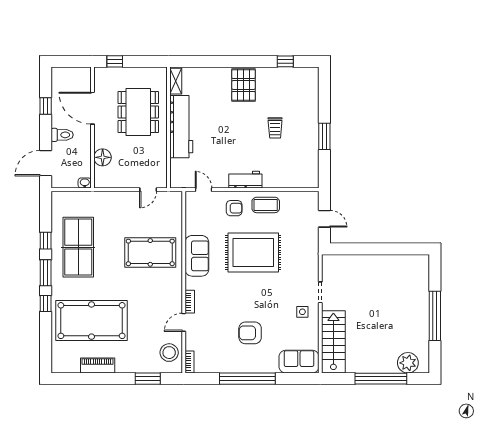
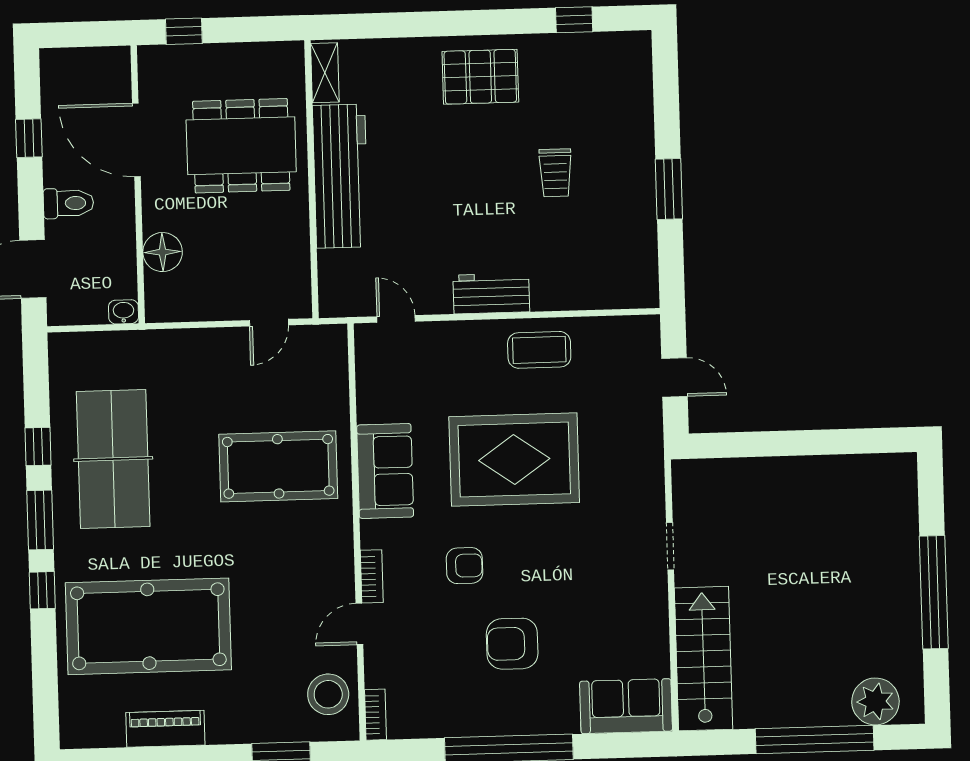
pallet: (244, 85) -> (480, 77), turned 90
dining table: (138, 112) -> (241, 146), turned 90
armchair: (234, 208) -> (464, 566), moved
side table: (302, 312) -> (631, 592), removed

